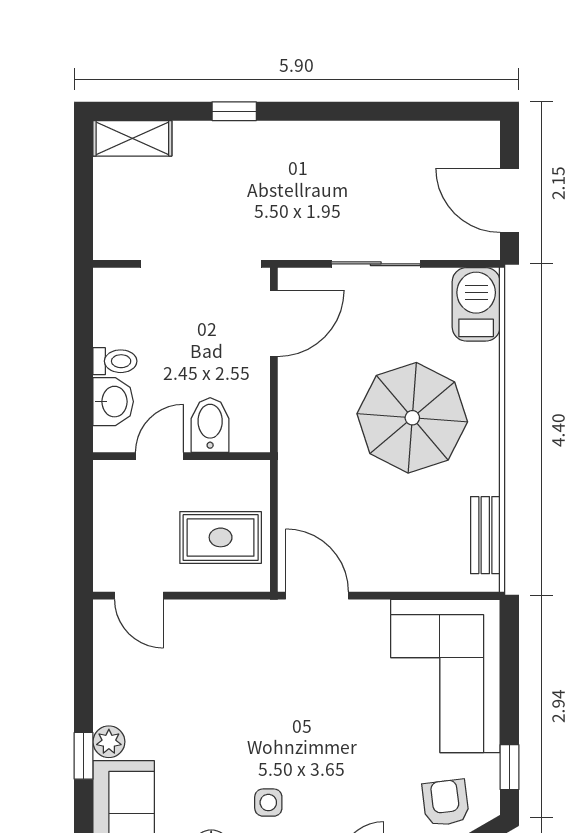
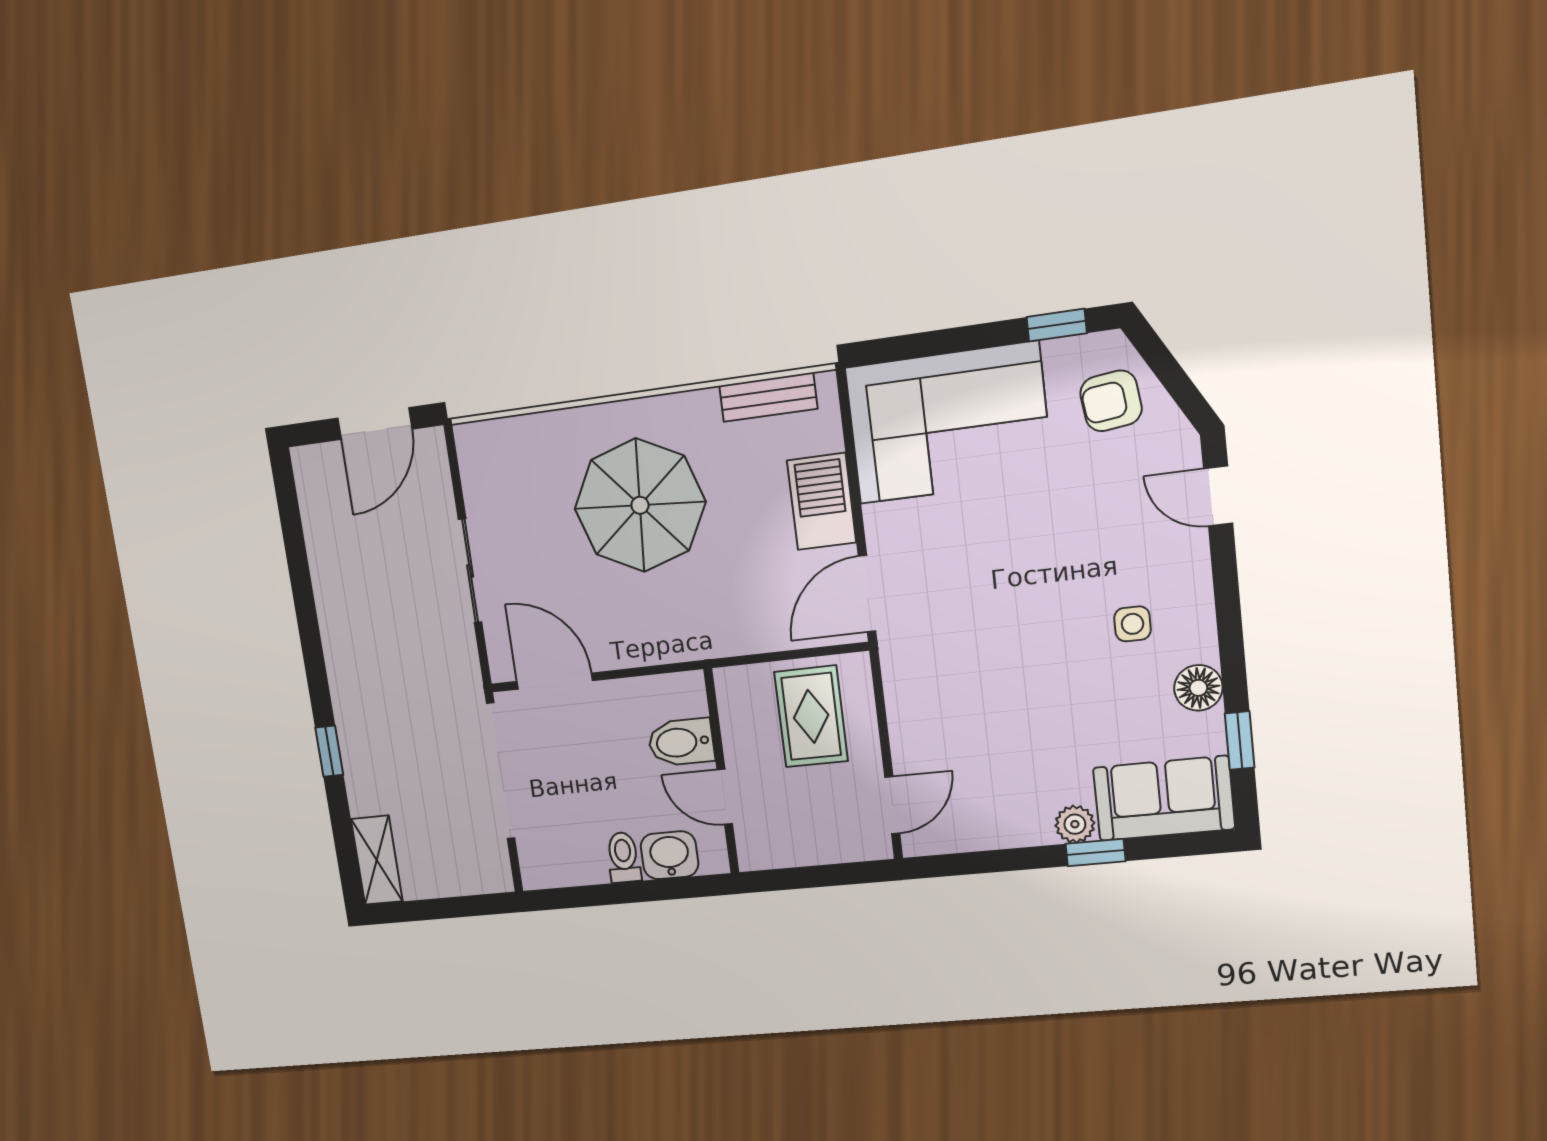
barbecue: (476, 304) -> (822, 501), moved, turned 90

